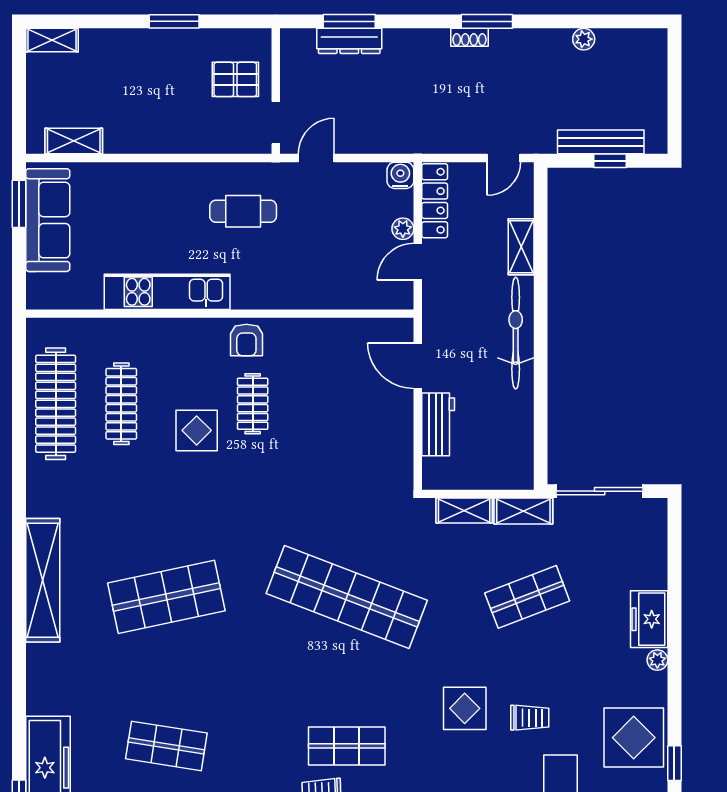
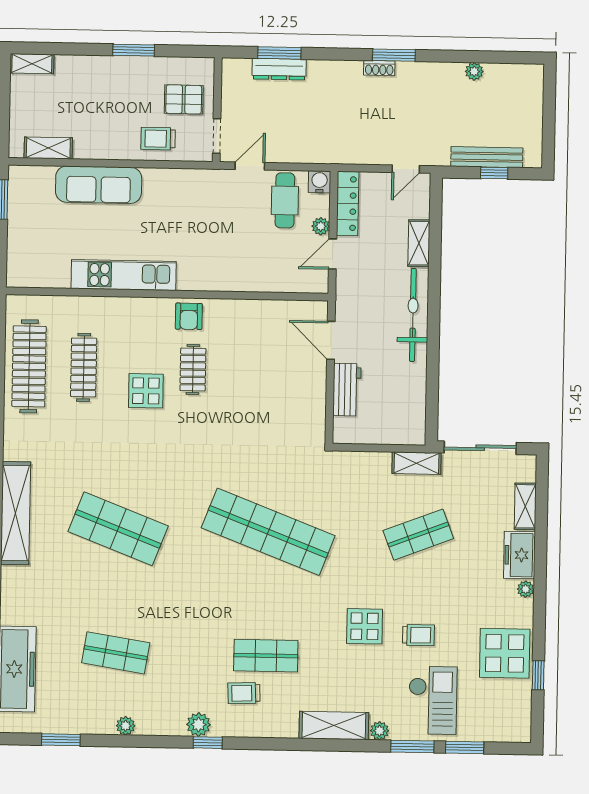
trolley: (205, 127) -> (158, 139), added
cafe table: (243, 211) -> (285, 200), moved, turned 90
sofa: (48, 220) -> (99, 185), moved, turned 90
shelving: (464, 511) -> (525, 506), moved, turned 90
shop shelf: (166, 597) -> (118, 529), turned 33

